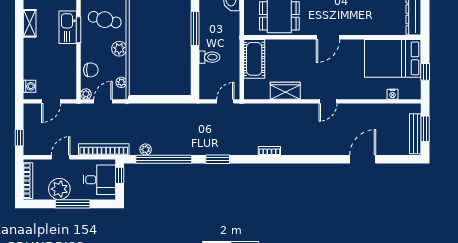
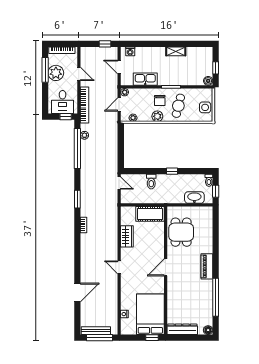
kitchen sink: (68, 27) -> (145, 79), moved
window: (195, 28) -> (172, 171), width x0.46
door: (328, 37) -> (166, 267), hinge flipped
chair: (91, 70) -> (160, 100), moved
window: (425, 72) -> (152, 338), moved
door: (103, 101) -> (119, 104), swing flipped
door: (225, 101) -> (119, 183), moved
window: (425, 129) -> (99, 338), width x1.44
window: (19, 138) -> (105, 44), moved
window: (218, 159) -> (77, 199), moved
door: (363, 159) -> (77, 293), hinge flipped
window: (73, 204) -> (45, 70), moved

